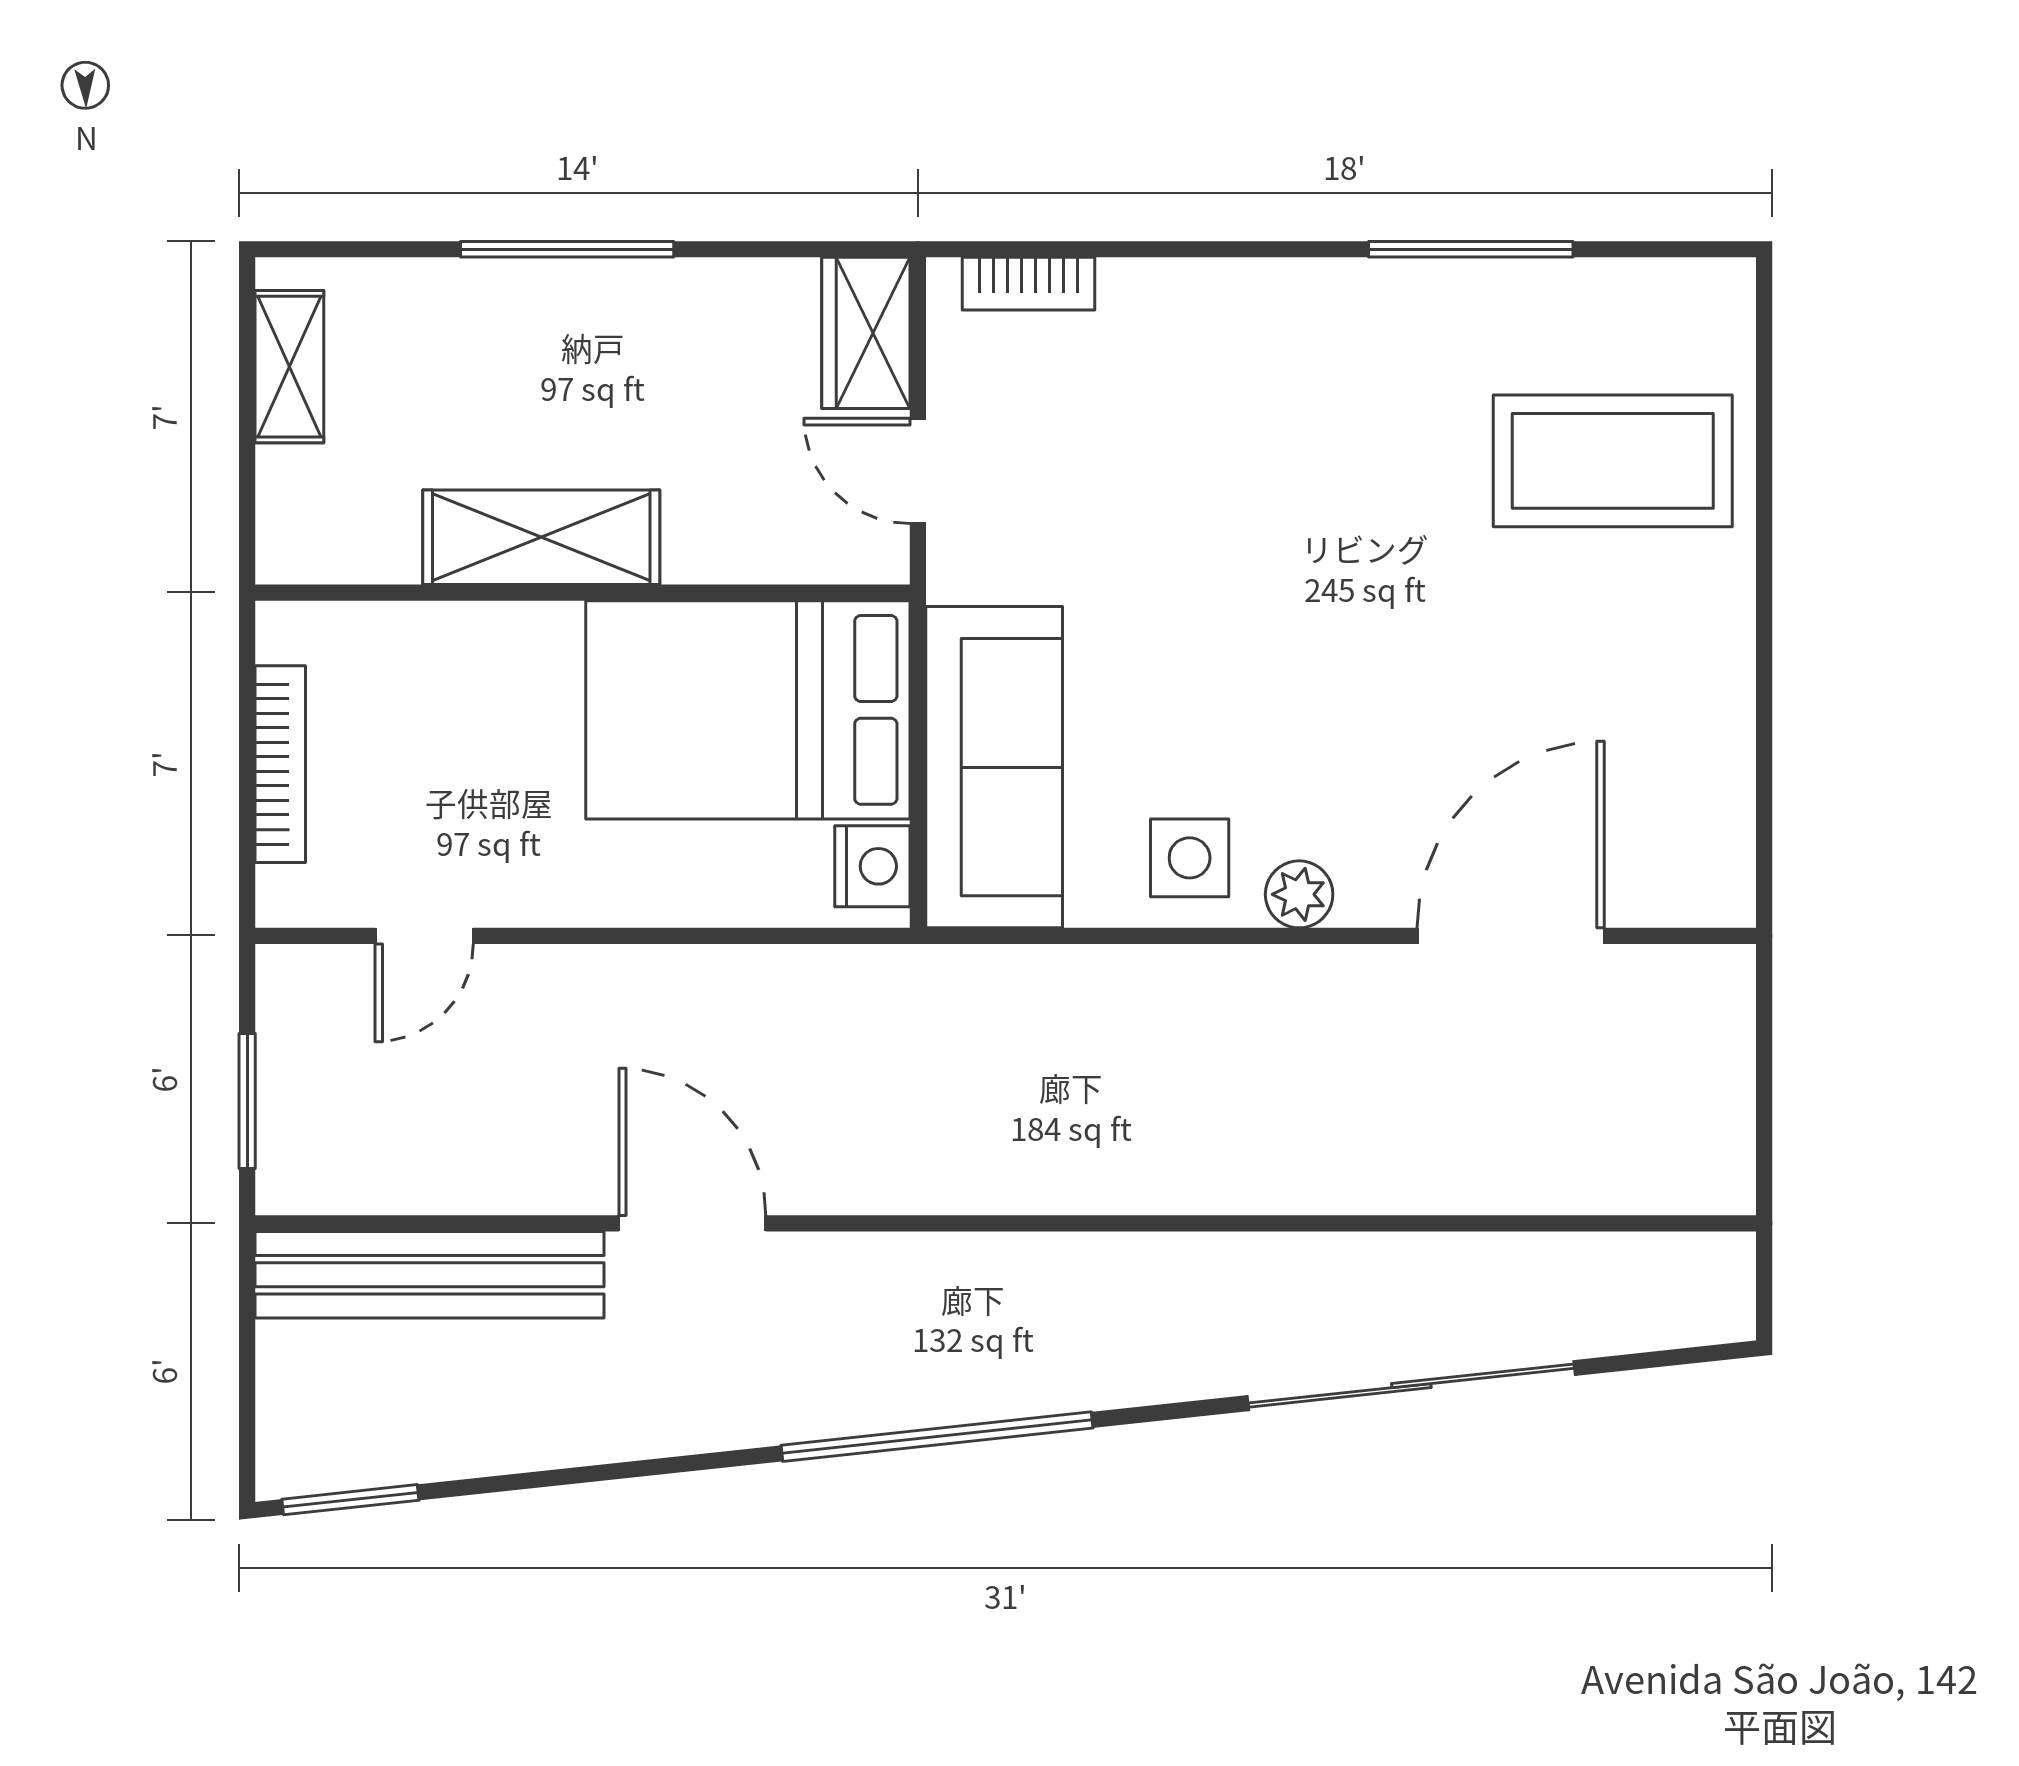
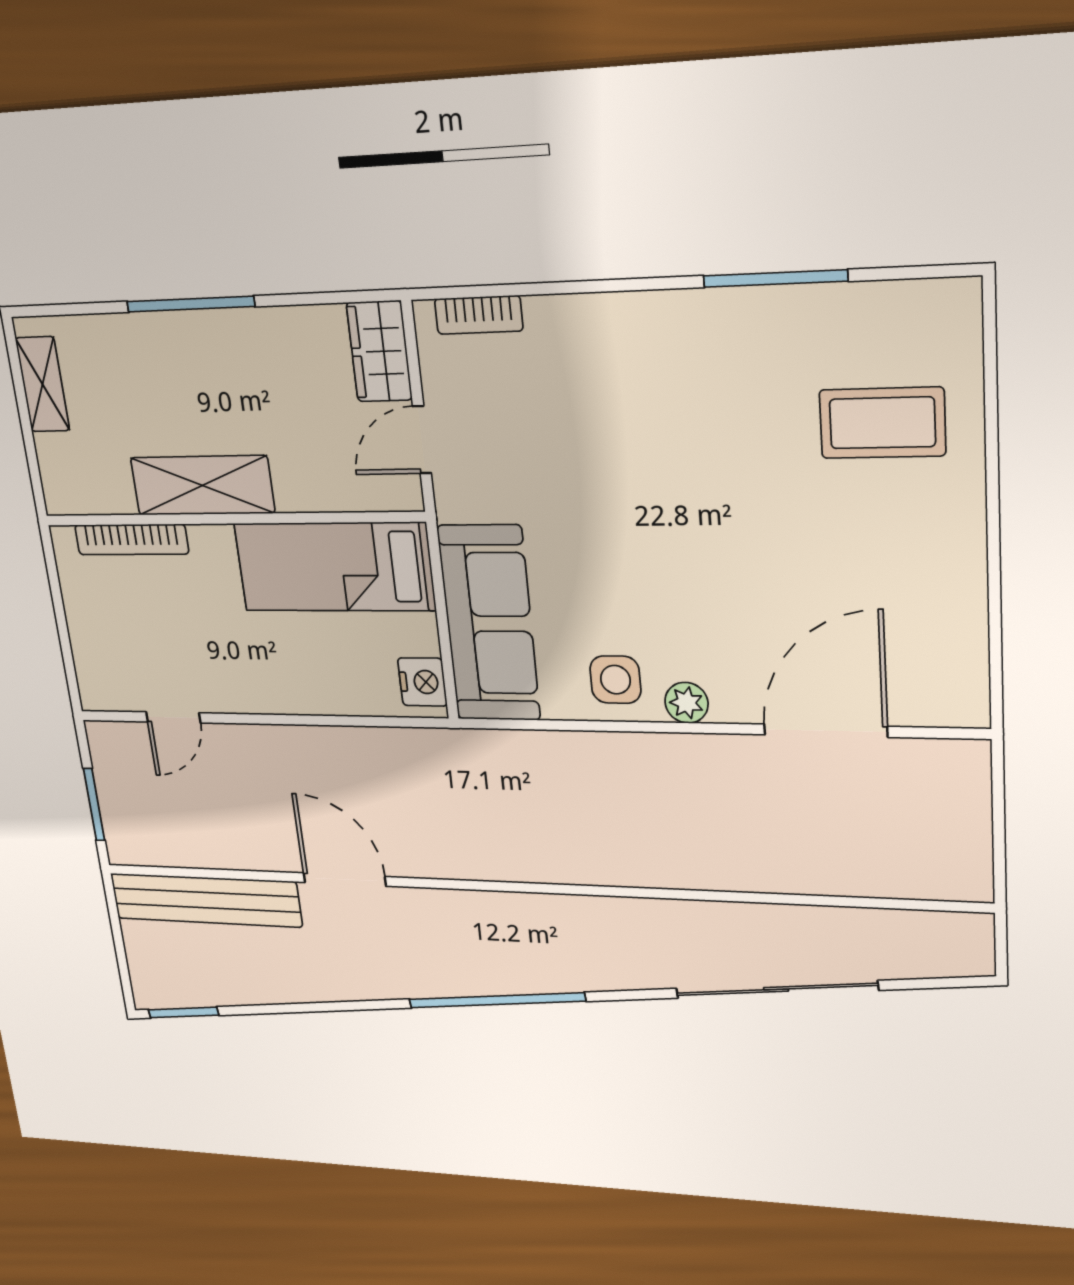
coffee table: (1613, 461) -> (882, 423), width x0.73, depth x0.76
door: (918, 471) -> (422, 440), hinge flipped
bed: (748, 710) -> (335, 567), width x0.67
bookcase: (280, 764) -> (132, 539), moved, turned 90

